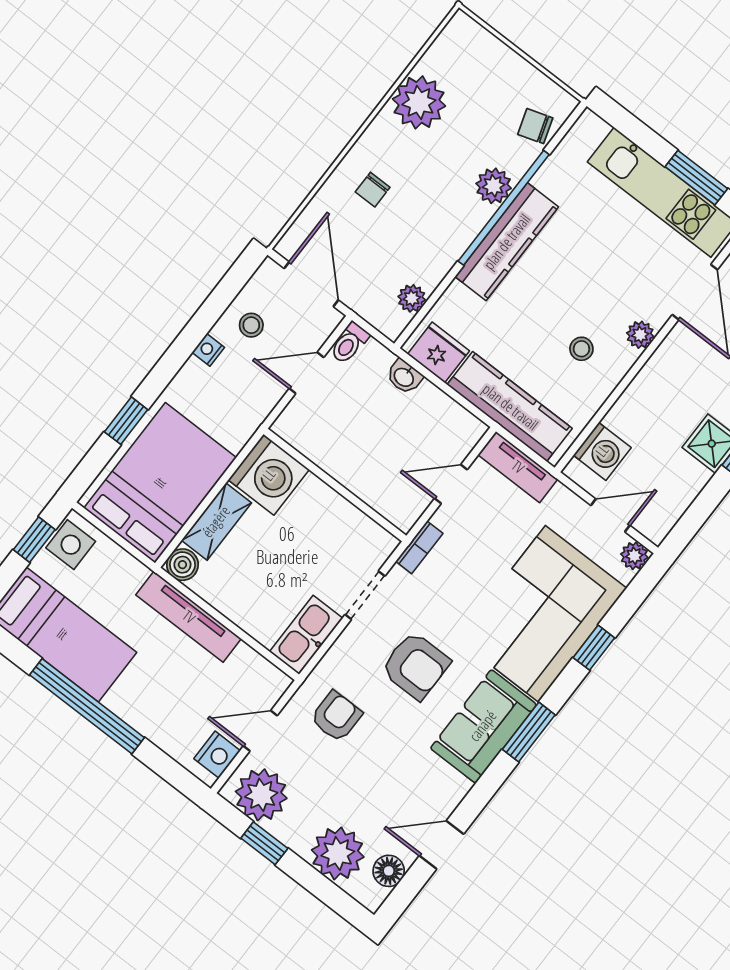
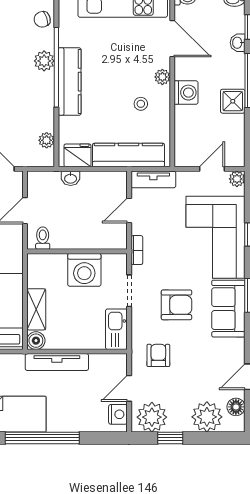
toilet: (349, 343) -> (43, 238), moved, turned 180
washing machine: (602, 451) -> (186, 93), moved
washing machine: (269, 475) -> (84, 270), moved, turned 90

